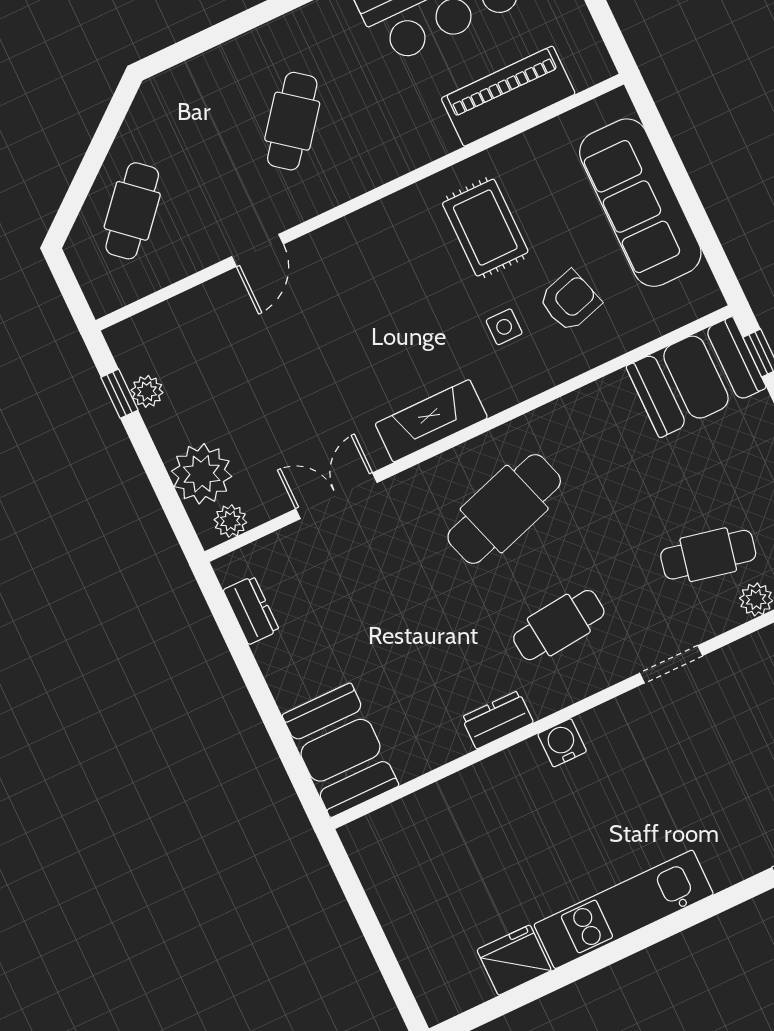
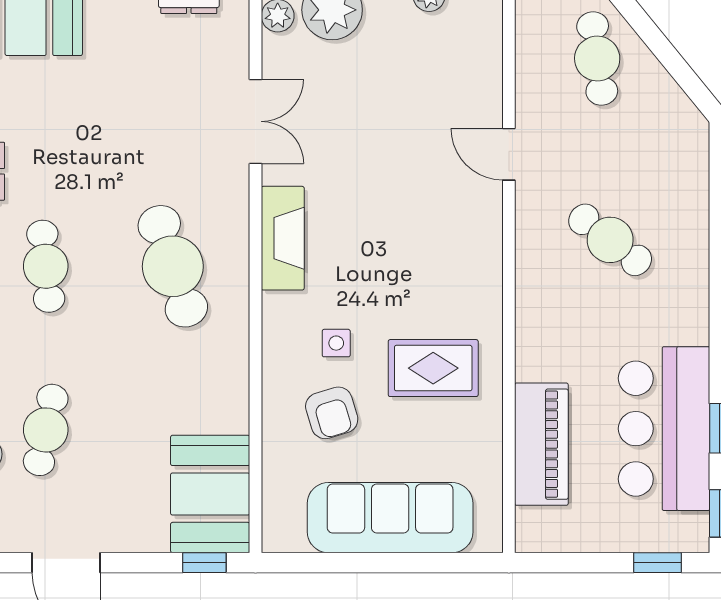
cafe table: (132, 211) -> (597, 59), turned 41

